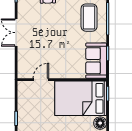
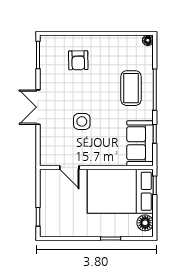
side table: (51, 44) -> (82, 121), added
door: (41, 80) -> (69, 167), swing flipped

